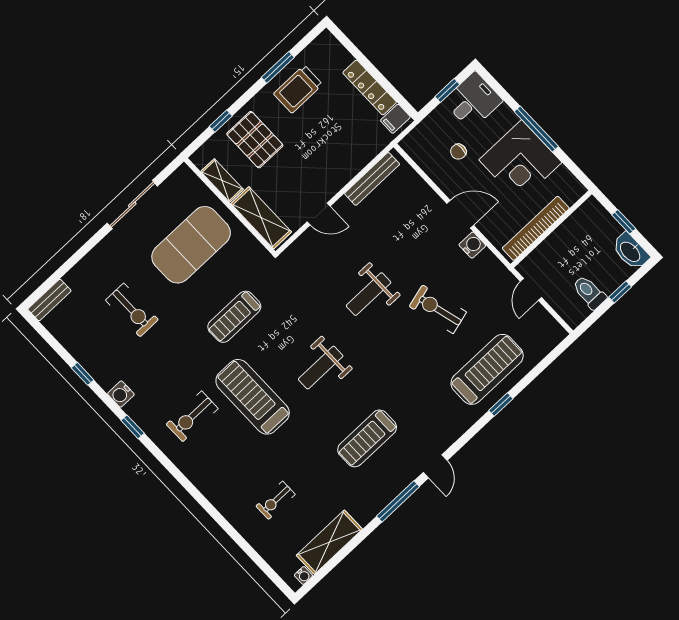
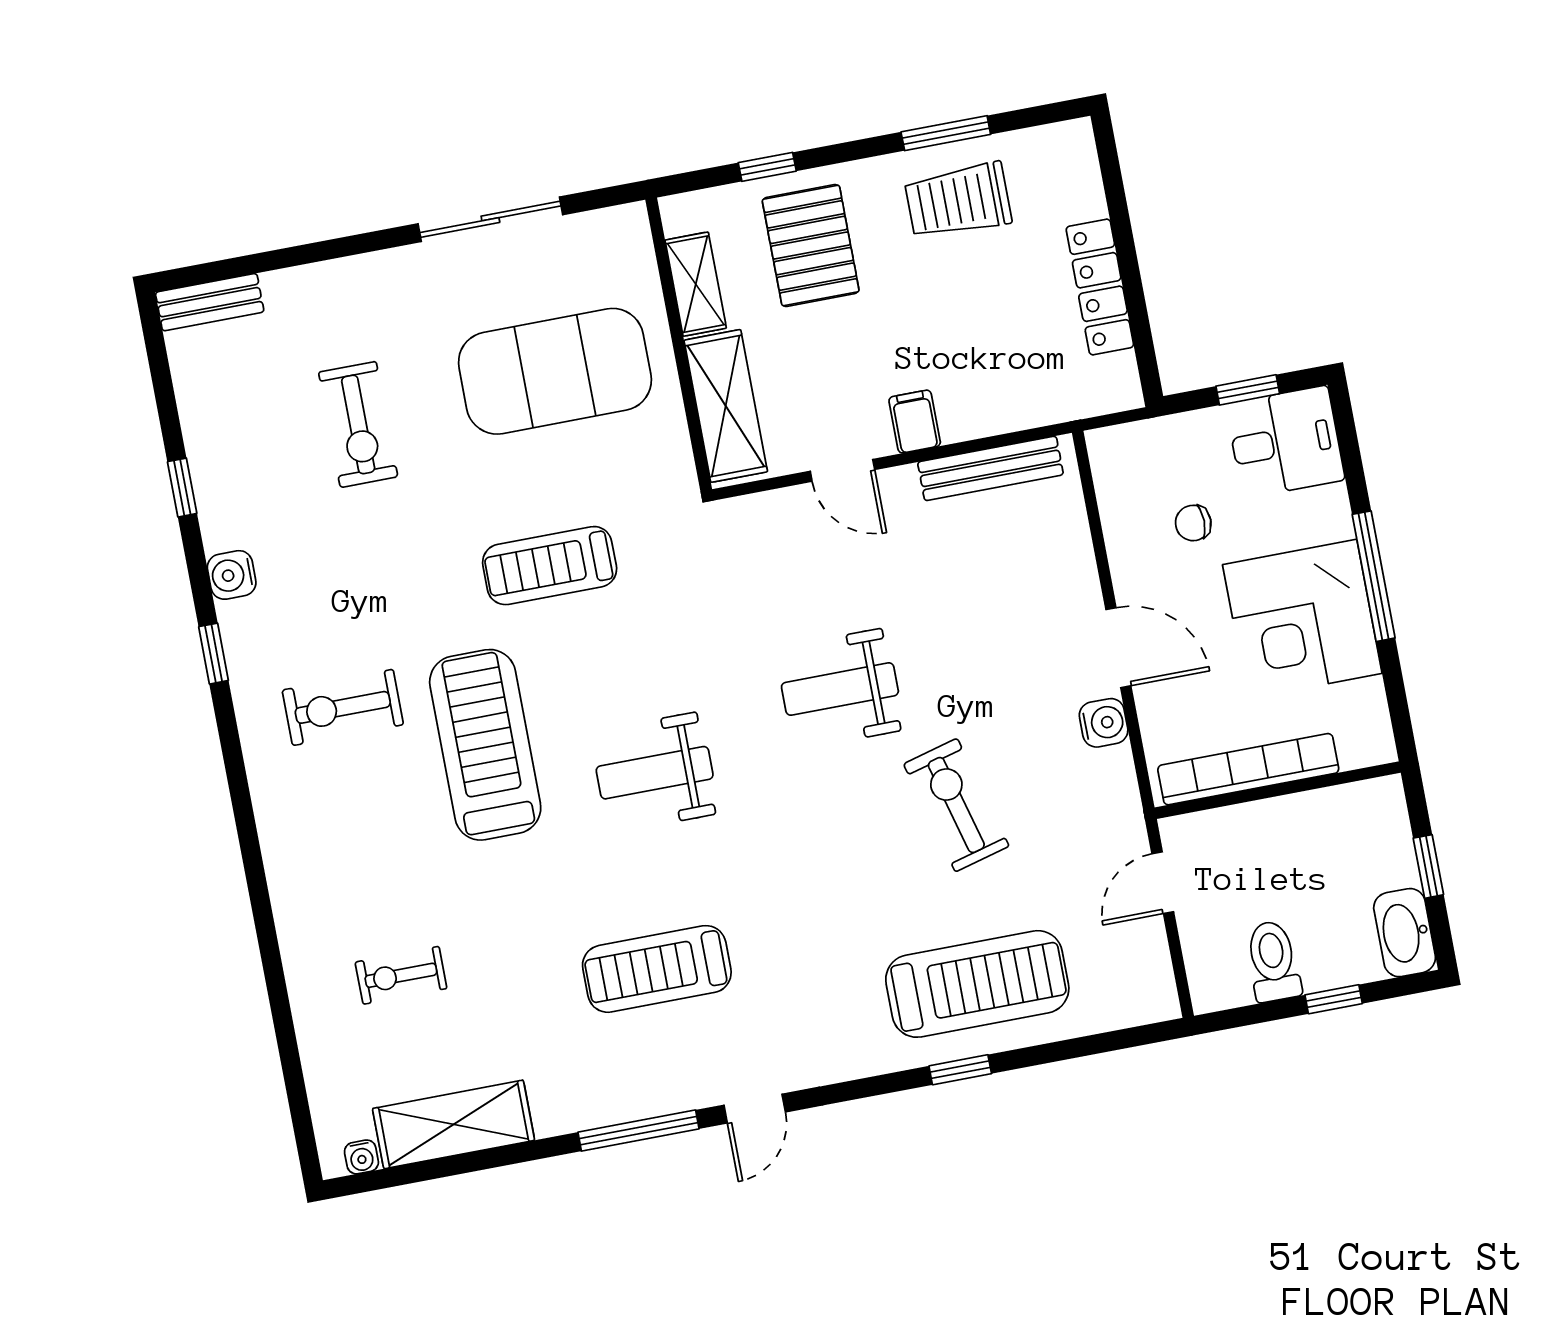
filing cabinet: (395, 119) -> (915, 422), moved, turned 90

